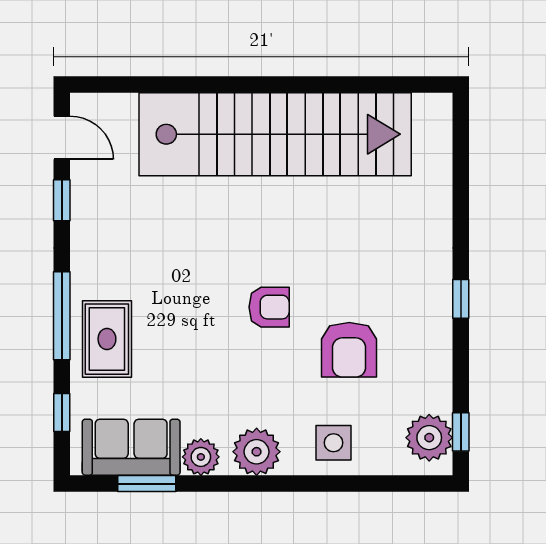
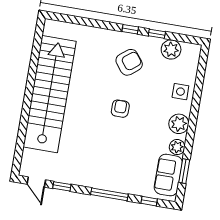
door: (62, 138) -> (36, 182), swing flipped
rug: (107, 339) -> (122, 177), removed
armchair: (349, 350) -> (129, 62), moved, turned -38
window: (461, 432) -> (157, 34), moved
plant: (429, 438) -> (171, 50), moved

